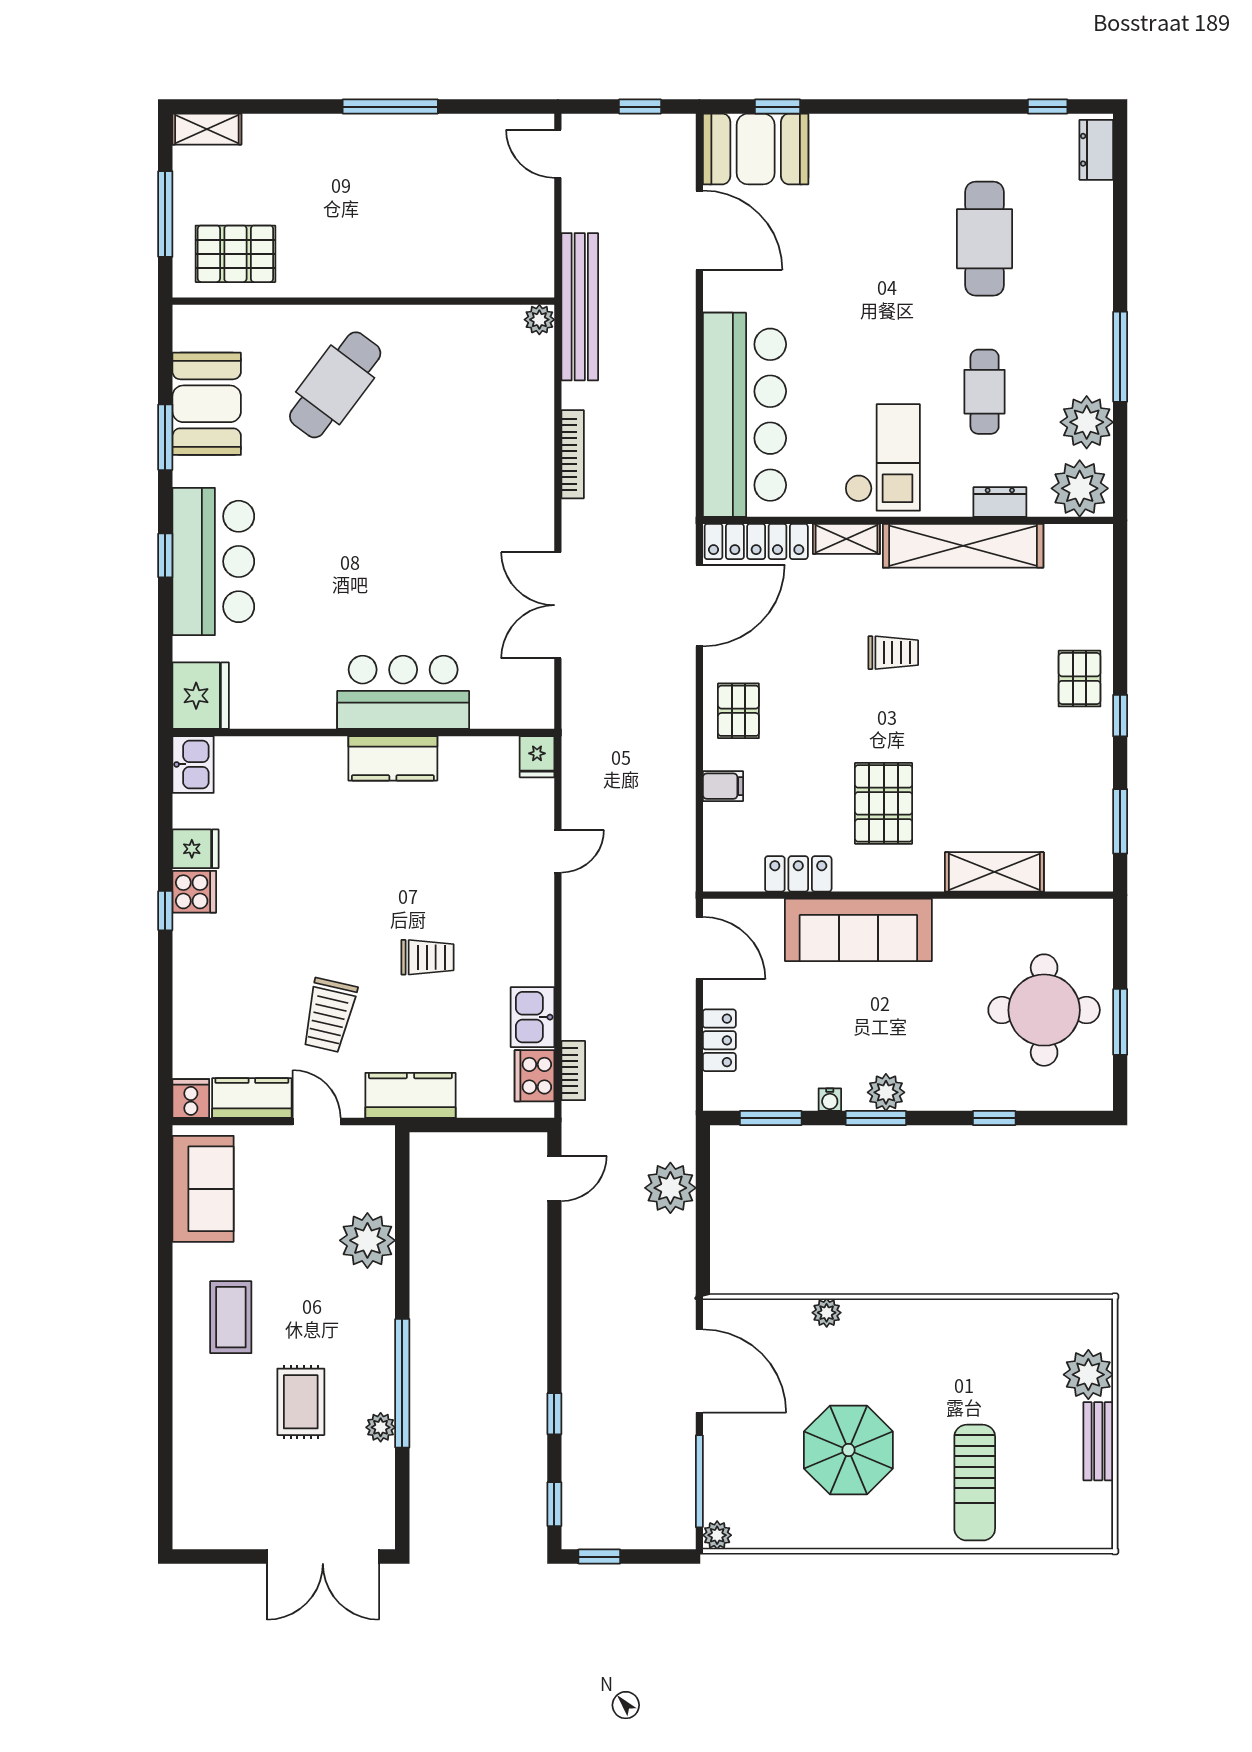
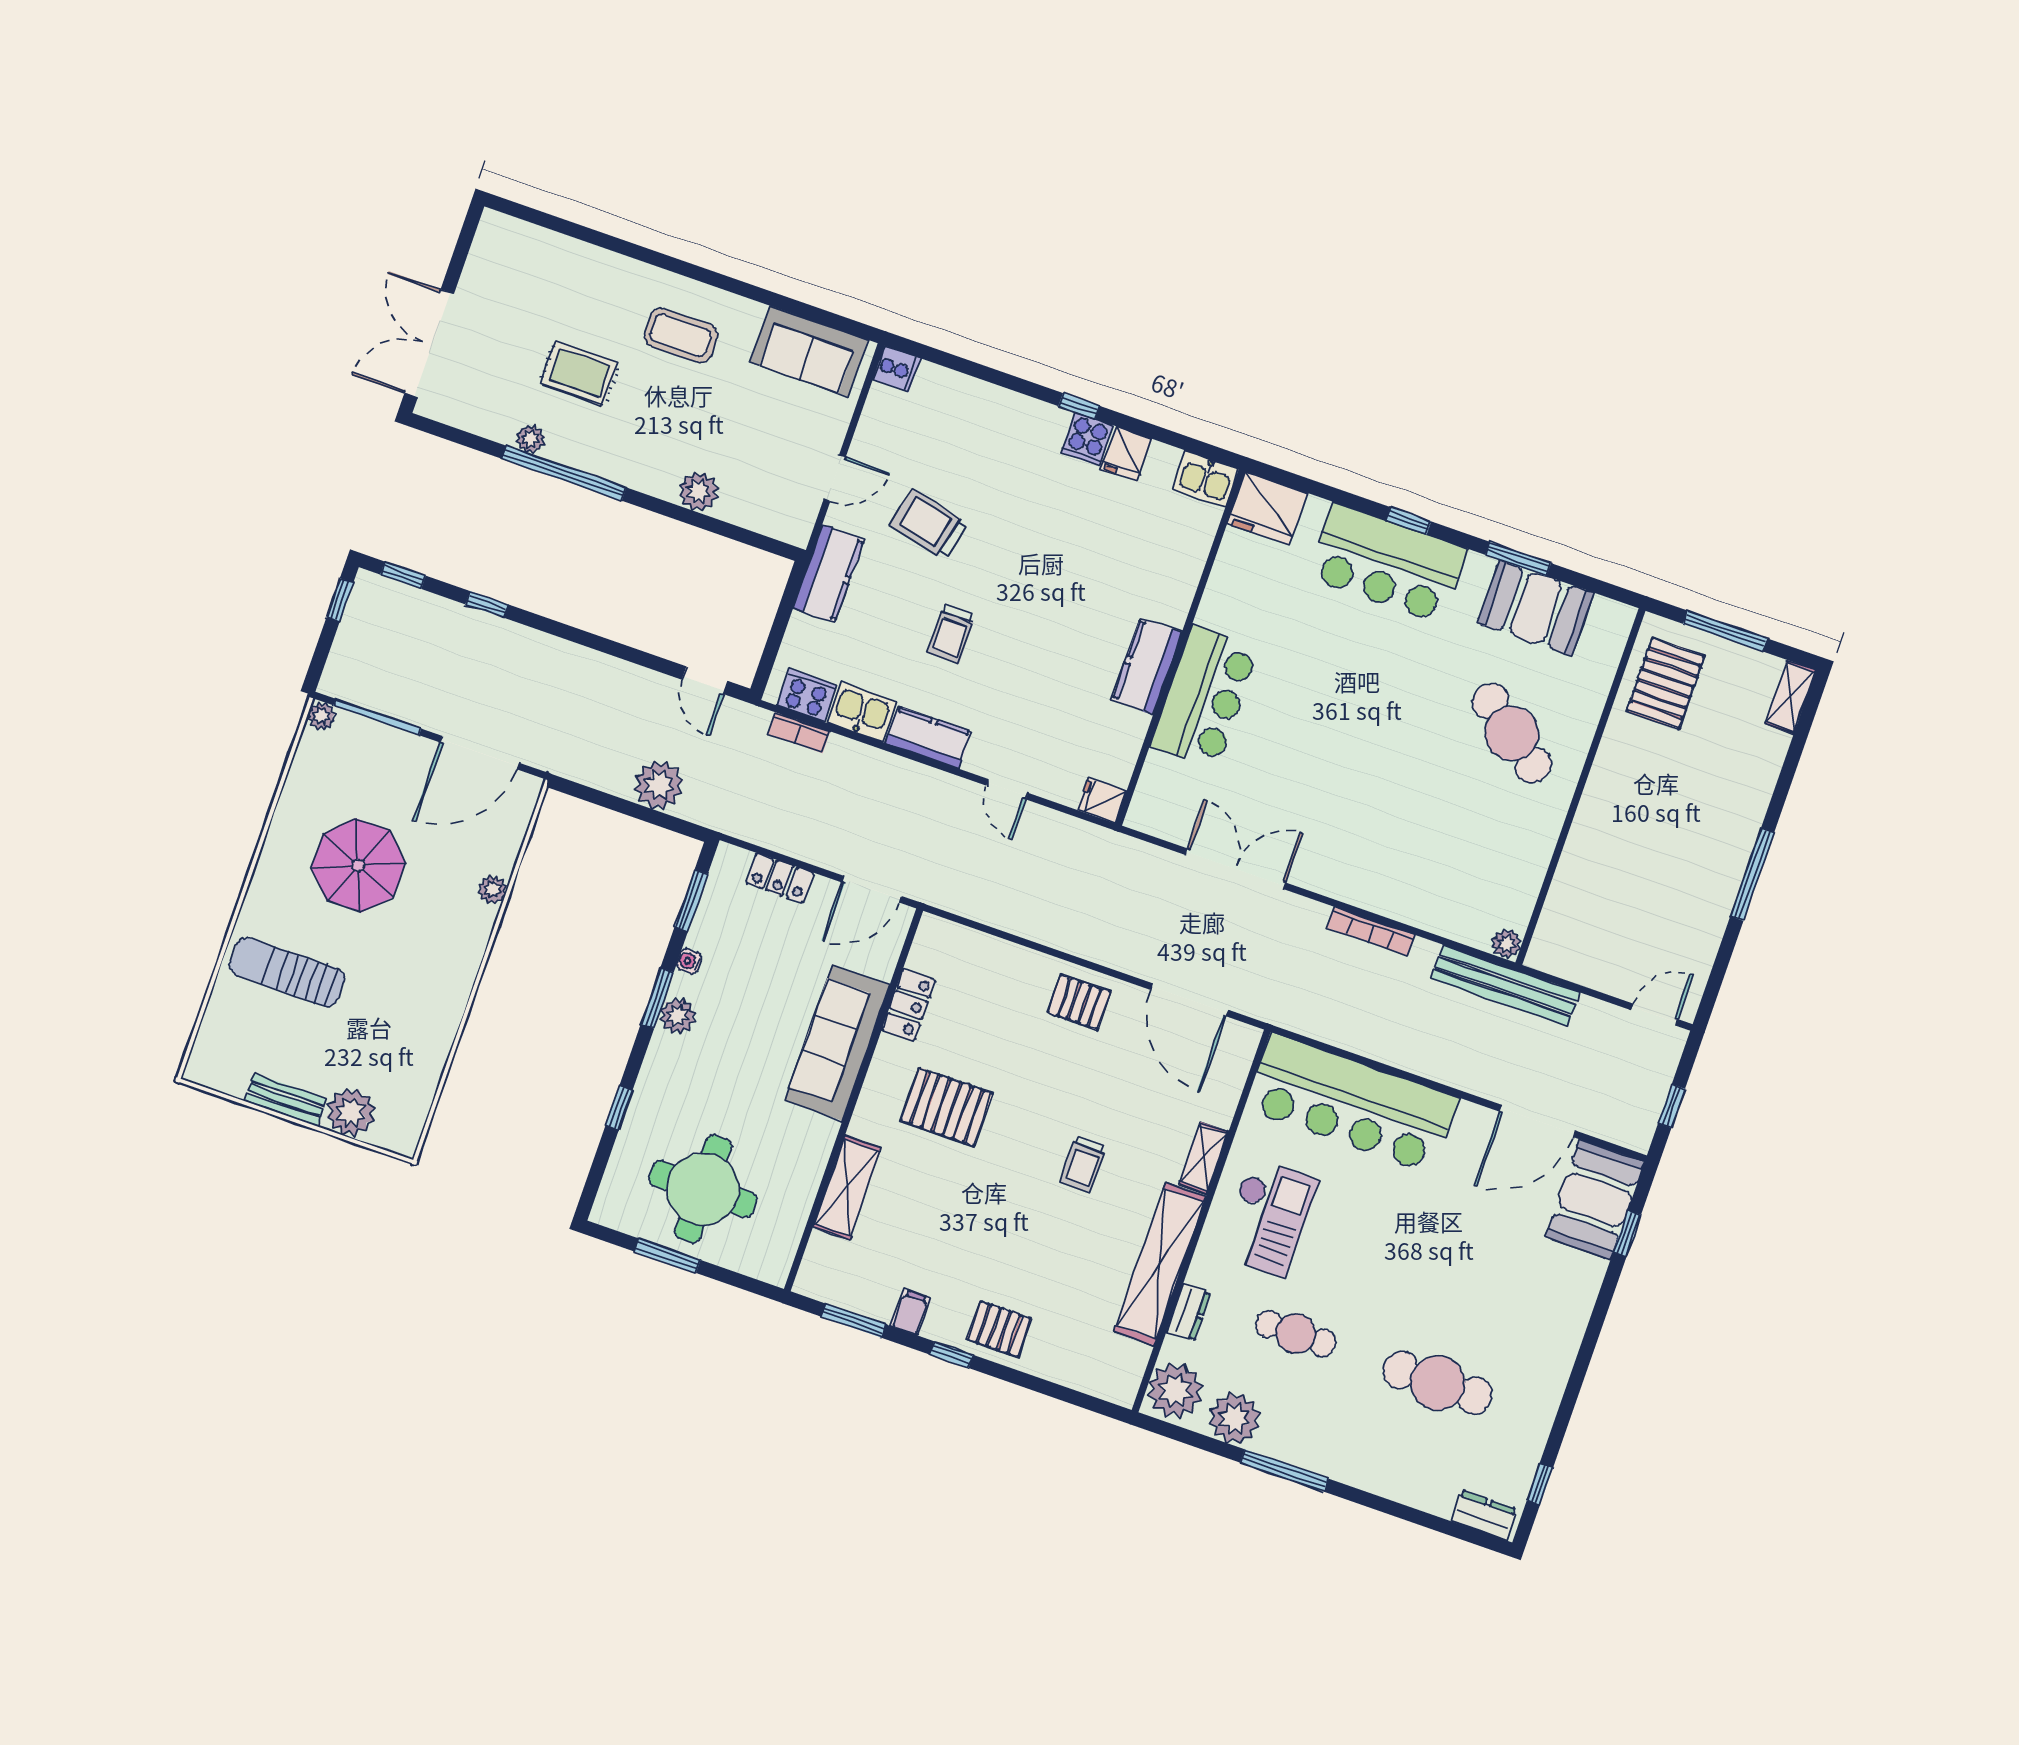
checkout: (883, 457) -> (1268, 1218), turned -90
locker: (756, 541) -> (1231, 1073), removed
filing cabinet: (723, 786) -> (911, 1312), moved, turned 180
kitchen counter: (252, 1098) -> (928, 738), moved, turned -90
plant: (367, 1240) -> (699, 491), width x0.73, depth x0.73

